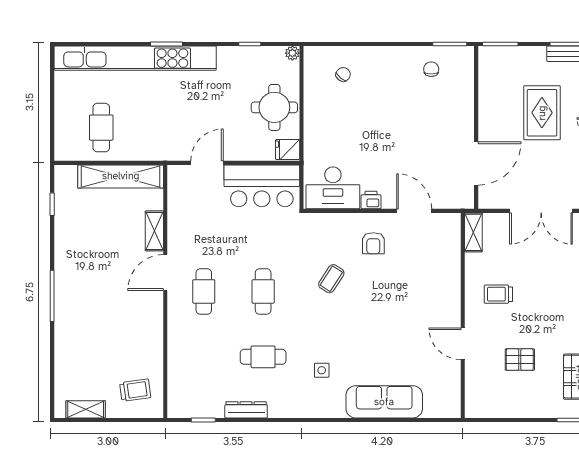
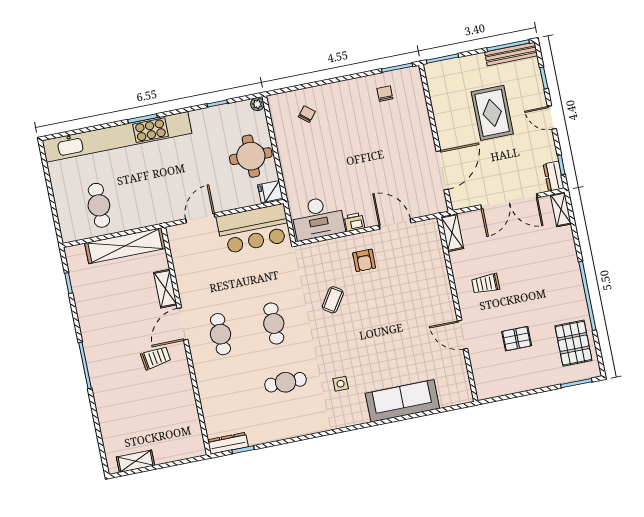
trolley: (135, 390) -> (156, 358), moved
dresser: (246, 410) -> (228, 443), moved

